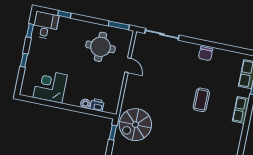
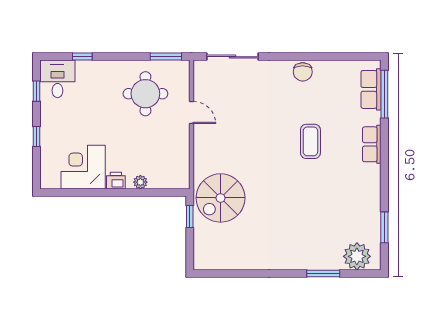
printer: (97, 105) -> (116, 181), moved

